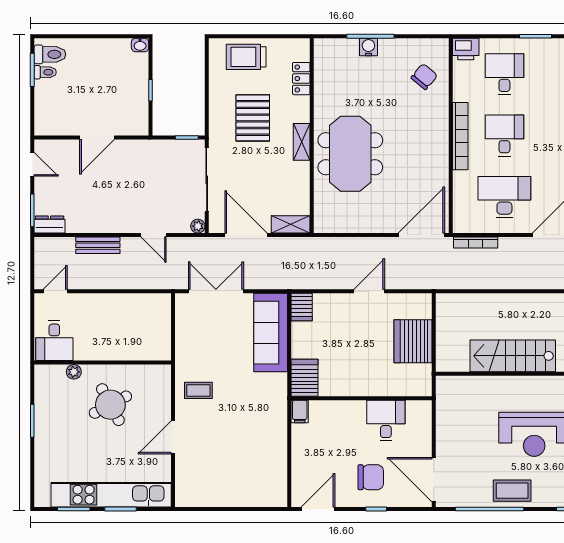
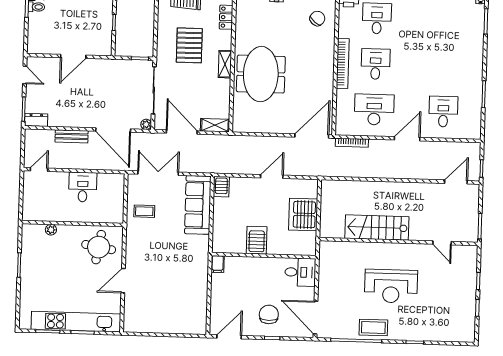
door: (154, 235) -> (113, 130), width x1.87
desk: (54, 341) -> (83, 187), moved, turned 180
server rack: (304, 378) -> (257, 240), moved
coffee table: (198, 390) -> (144, 211), moved
round table: (110, 405) -> (99, 247), moved, turned 38
desk: (386, 421) -> (300, 272), moved, turned 90
chair: (371, 477) -> (269, 314), turned -90

